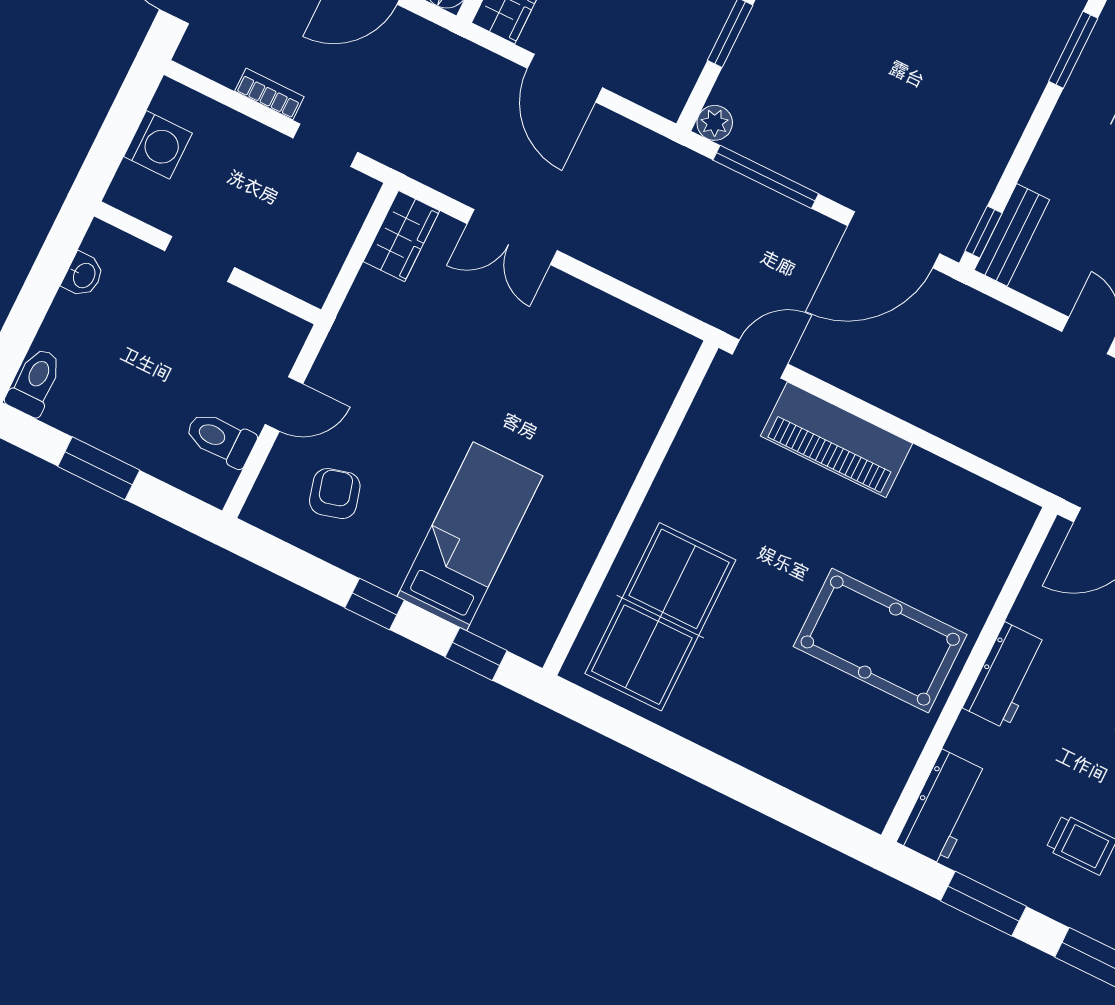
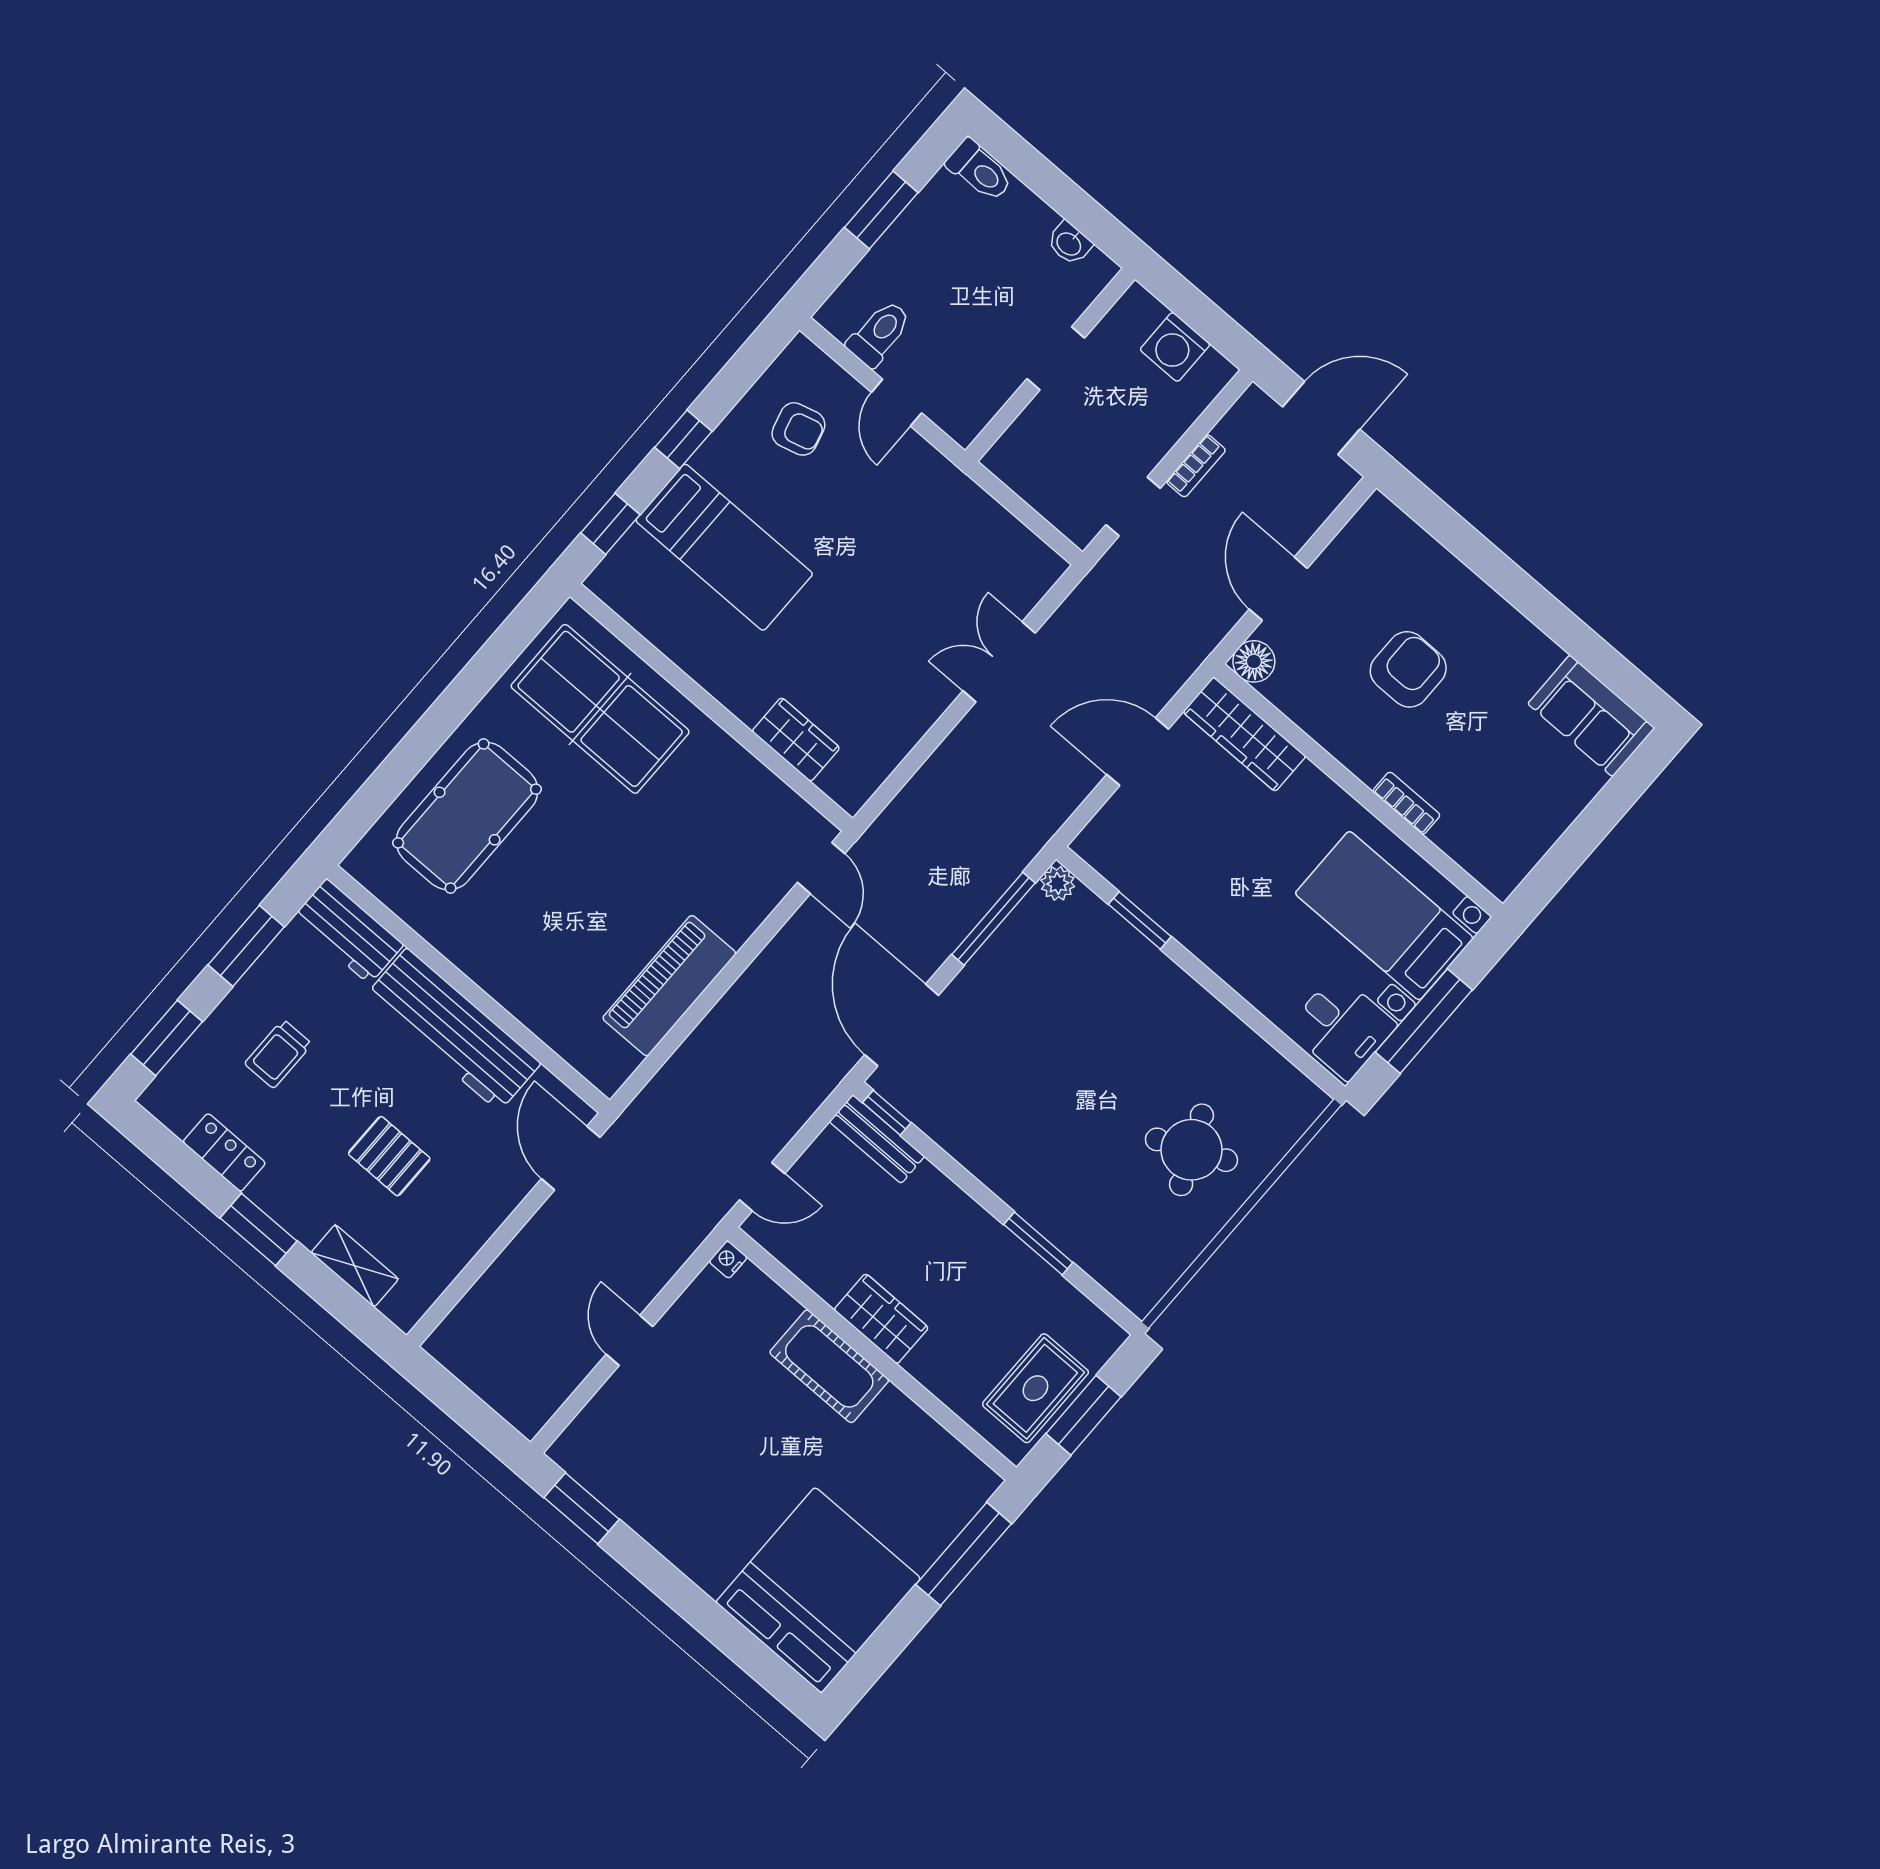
wardrobe: (401, 236) -> (796, 740), moved, turned 180
piano: (837, 440) -> (669, 986), moved
pool table: (880, 641) -> (467, 816), moved
workbench: (1006, 676) -> (453, 1030), width x1.88, depth x1.32

